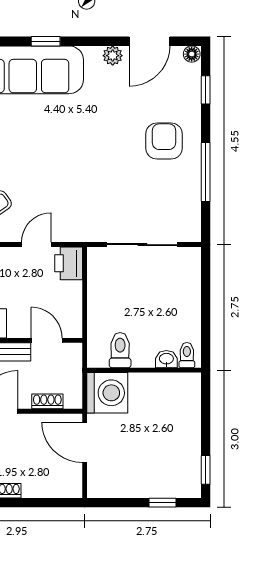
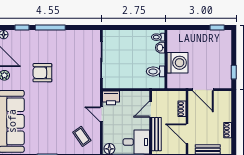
armchair: (164, 141) -> (42, 73), moved
window: (206, 172) -> (50, 28), moved
washing machine: (107, 393) -> (177, 63), moved, turned 90
door: (85, 442) -> (203, 90), hinge flipped
window: (163, 503) -> (234, 72), moved

